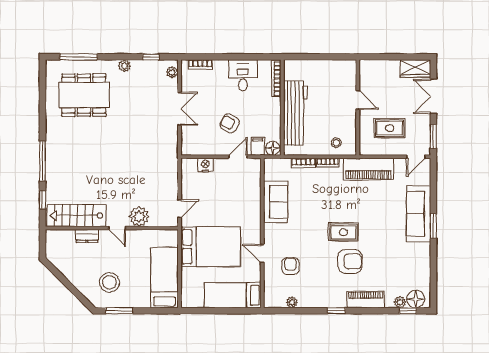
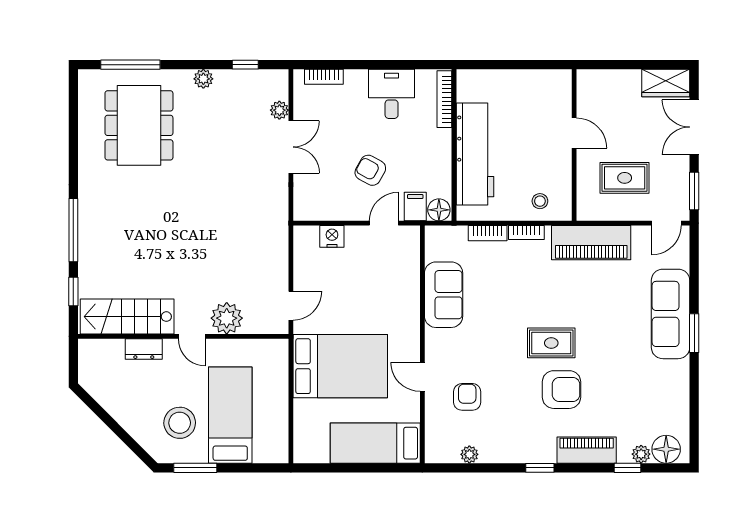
plant: (172, 72) -> (279, 110), moved
dining table: (84, 95) -> (139, 125), turned 90
bed: (164, 278) -> (230, 415), moved
window: (408, 311) -> (627, 468), moved

